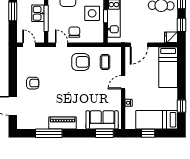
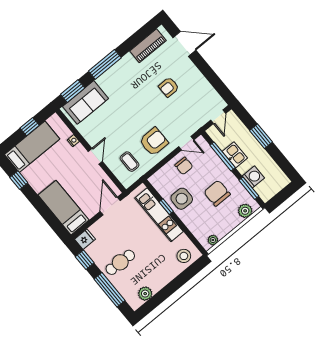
door: (29, 45) -> (218, 117), hinge flipped
armchair: (80, 62) -> (154, 142), turned 180
armchair: (33, 83) -> (169, 87), moved
piano: (63, 123) -> (148, 46), moved
window: (49, 133) -> (105, 64), moved

